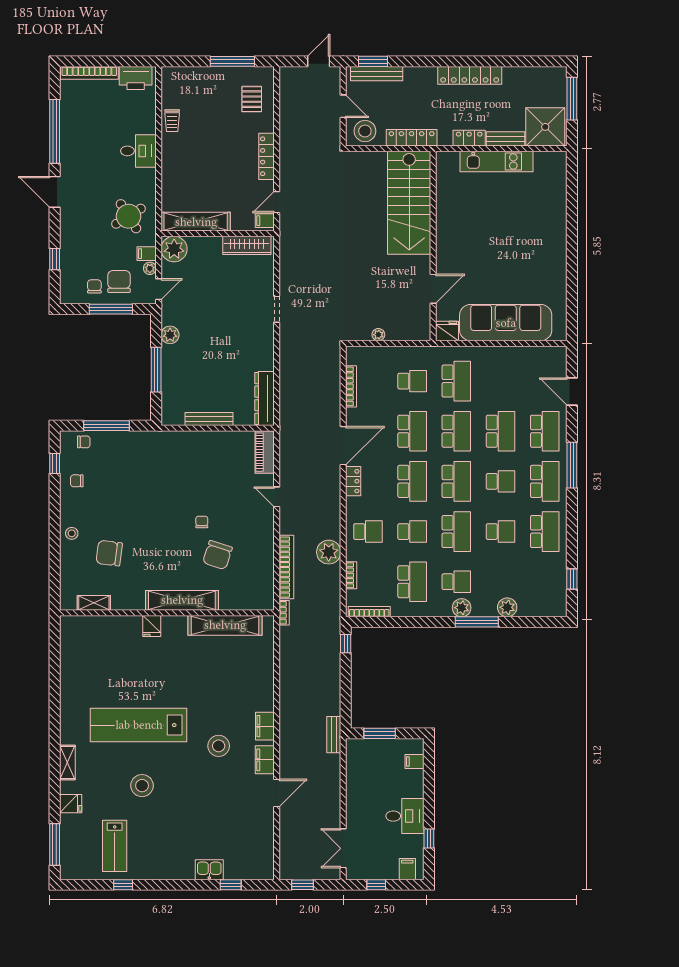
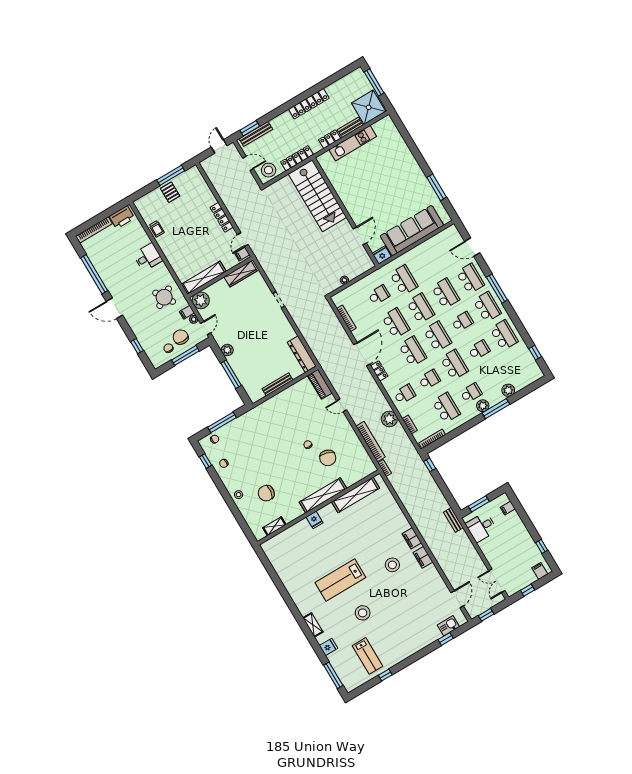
pallet: (252, 99) -> (170, 192), moved
window: (572, 285) -> (437, 187), added
lab bench: (139, 725) -> (340, 580), width x0.73
door: (277, 793) -> (457, 599), moved
desk: (405, 816) -> (481, 527), moved, turned 180
kitchen sink: (209, 870) -> (448, 626), moved

